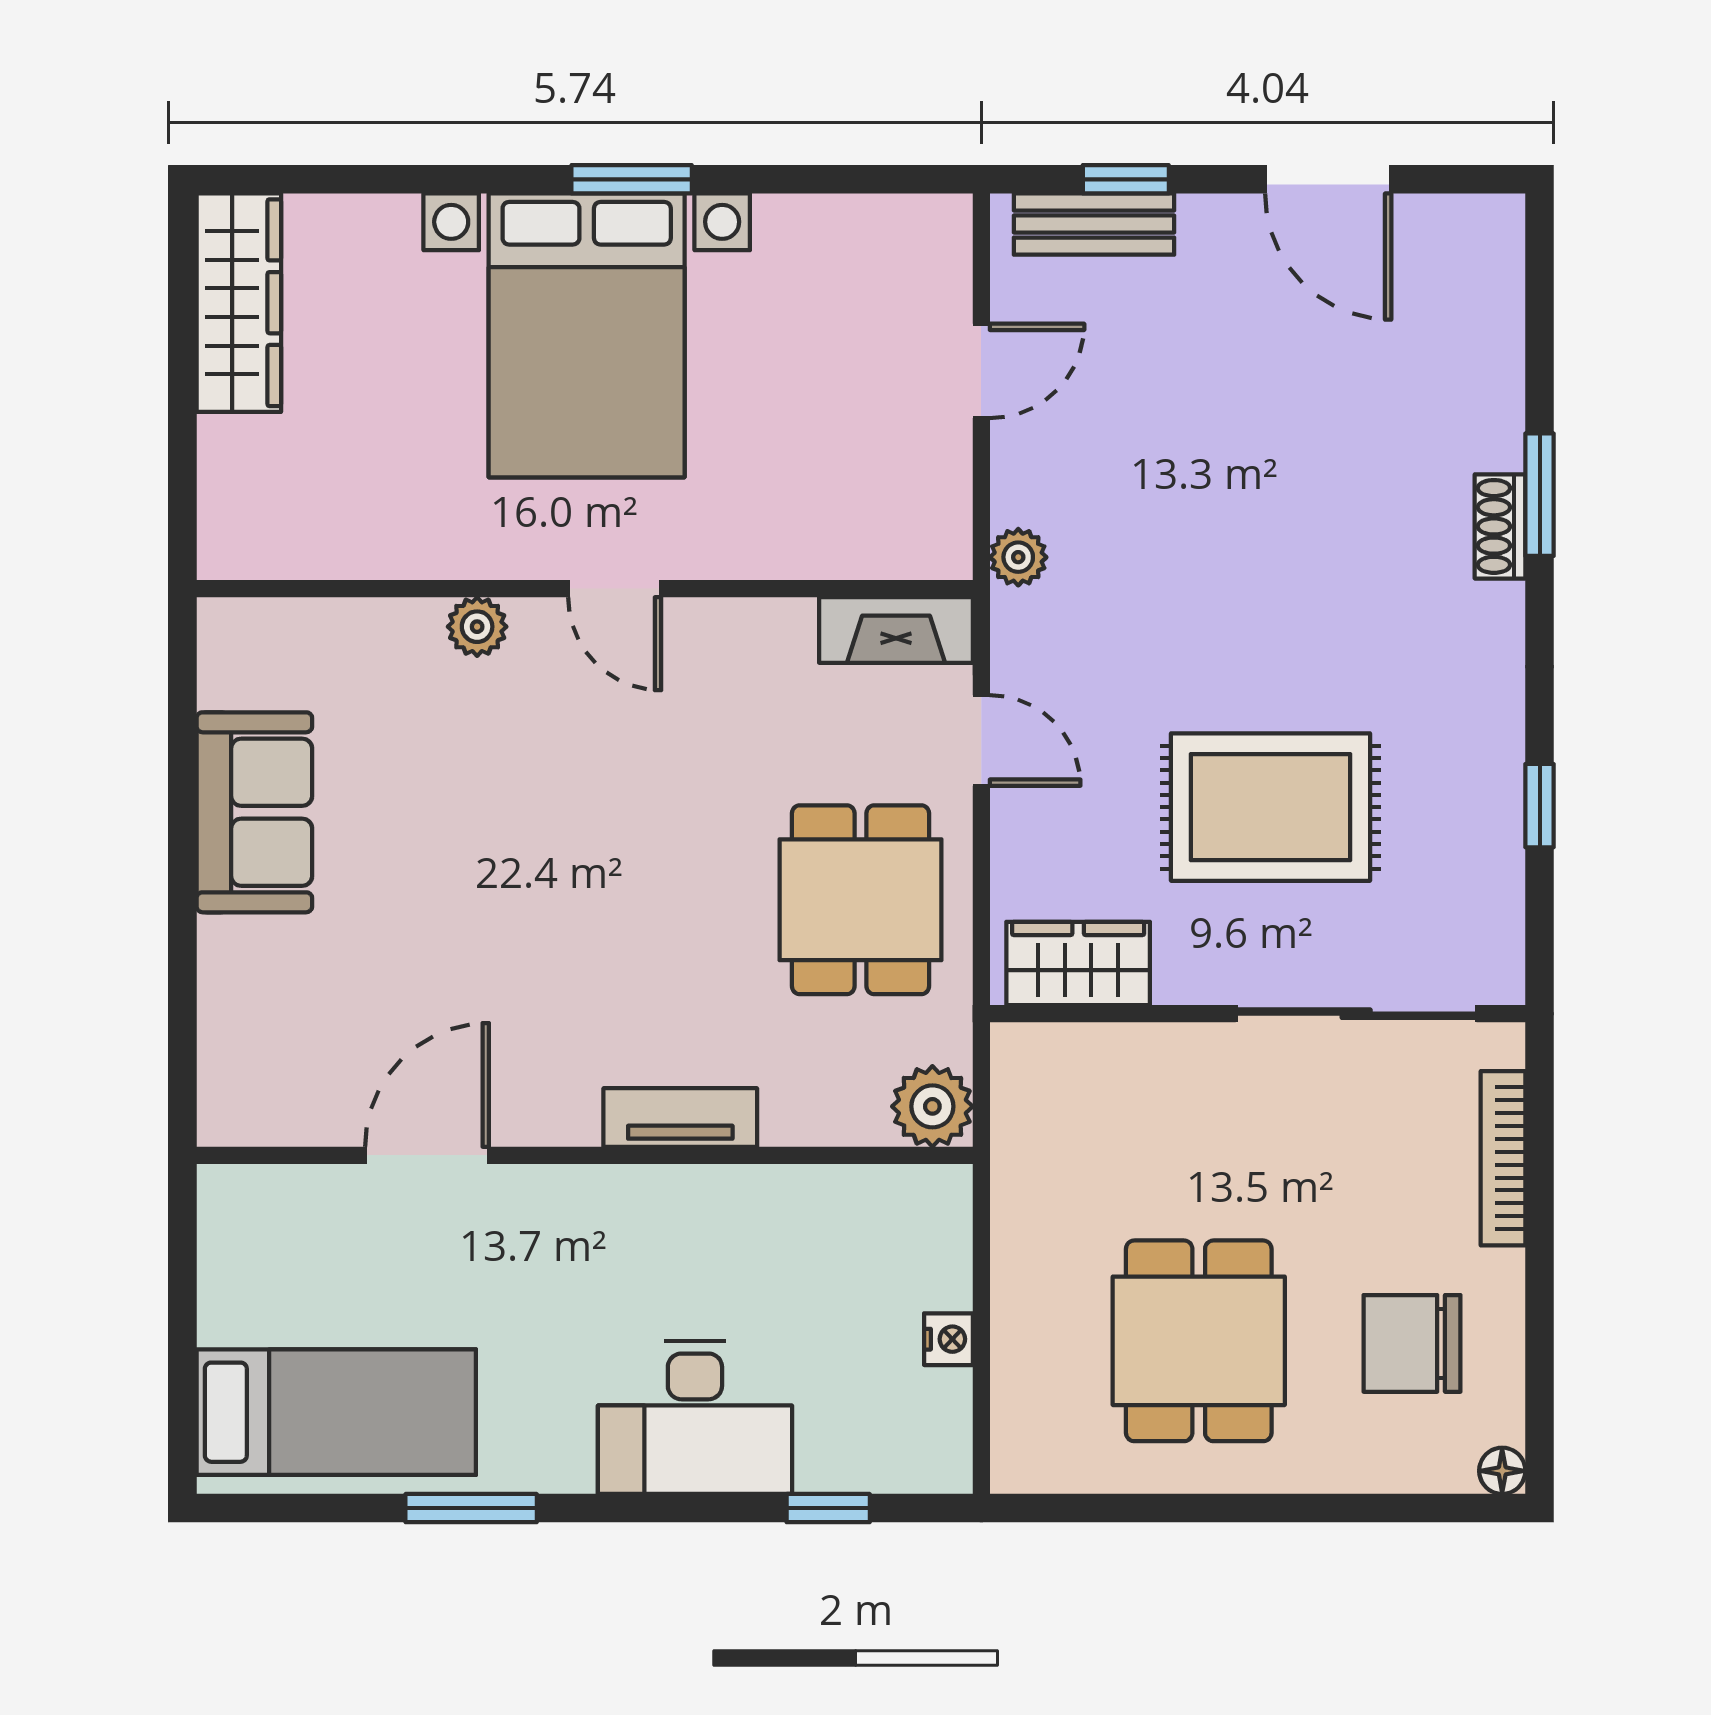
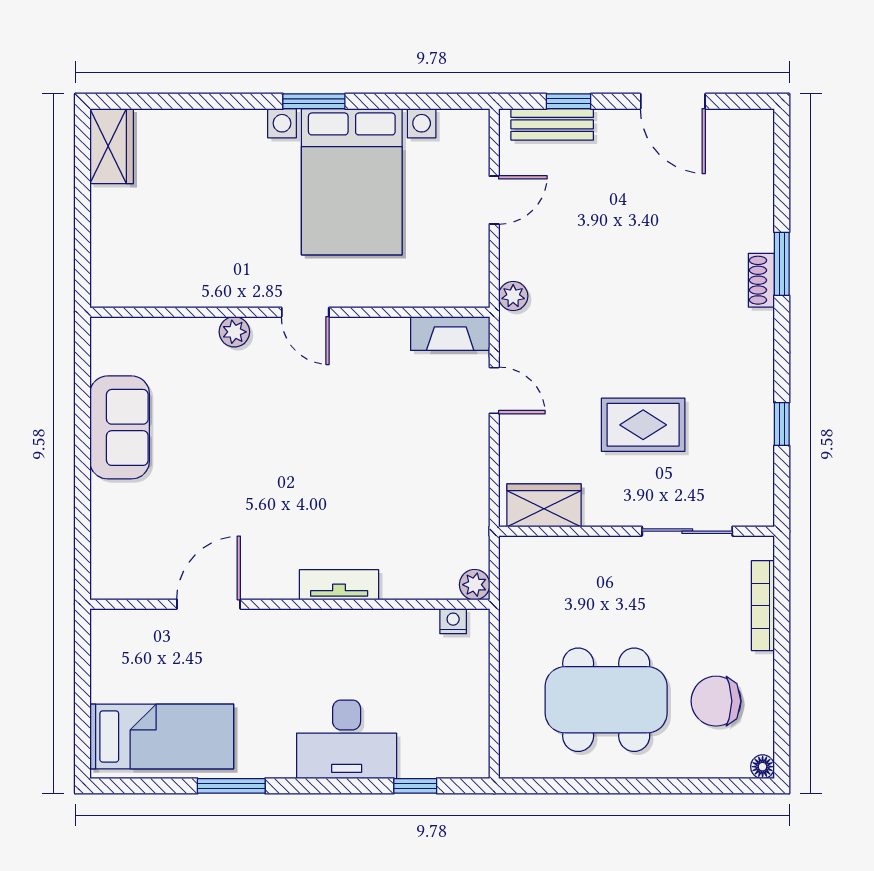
wardrobe: (239, 303) -> (112, 146), width x0.67
bed with nightstands: (587, 335) -> (352, 182), moved
rug: (1271, 807) -> (643, 425), width x0.73, depth x0.70
dining table: (861, 900) -> (432, 472), removed
sliding door: (1356, 1014) -> (687, 531), width x0.73
plant: (932, 1106) -> (475, 585), width x0.73, depth x0.73
nightstand: (948, 1339) -> (453, 621), moved, turned -90
dining table: (1199, 1341) -> (606, 700), width x1.37

